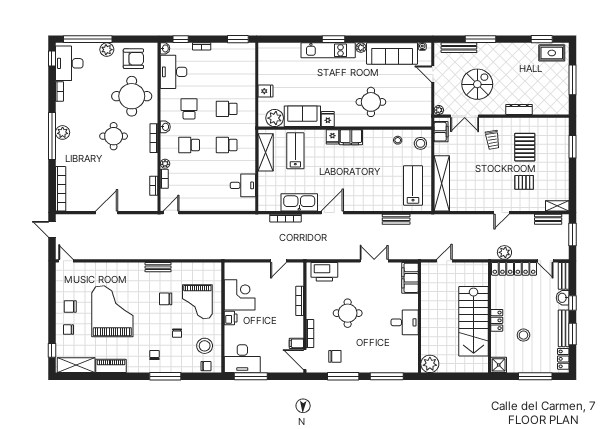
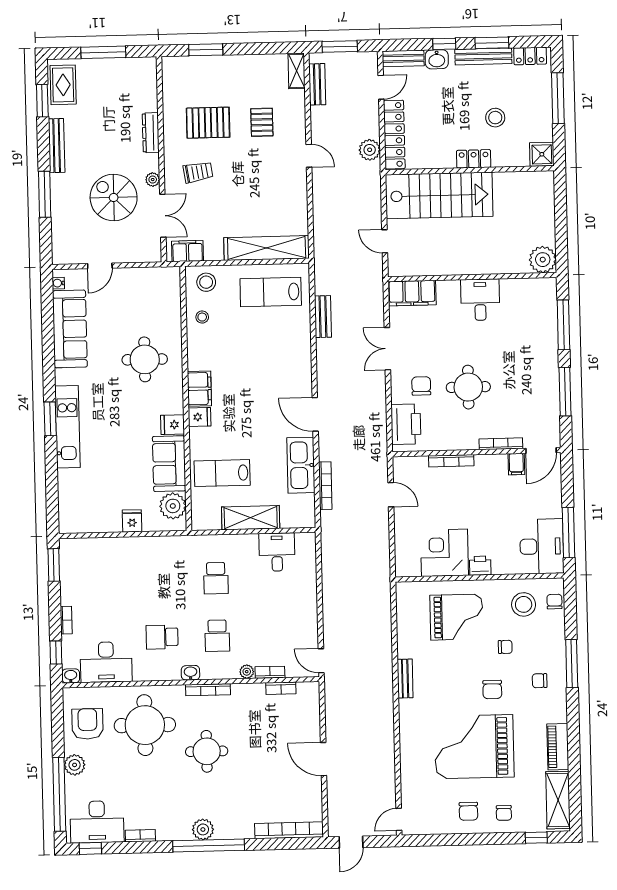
plant: (361, 48) -> (62, 377), removed
bench: (459, 48) -> (57, 146), moved
school desk: (227, 109) -> (161, 580), removed
plant: (439, 110) -> (153, 180), moved
shelving: (266, 152) -> (251, 518), moved
chair: (166, 299) -> (492, 689), moved
stairs: (474, 321) -> (439, 195), moved
chair: (335, 356) -> (421, 386), moved

